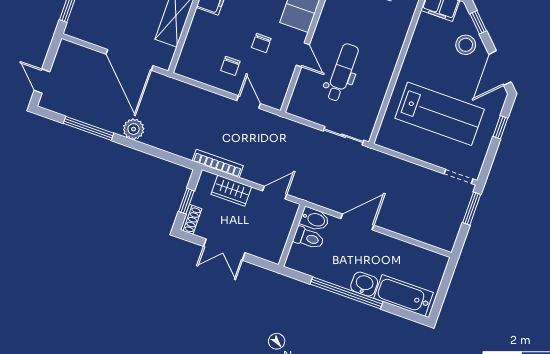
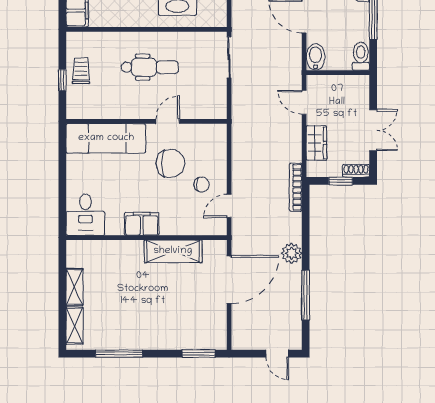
chair: (261, 43) -> (170, 163), width x1.87, depth x1.87
dental chair: (342, 72) -> (150, 67), moved, turned 180
door: (42, 81) -> (277, 354), hinge flipped
door: (249, 102) -> (229, 206), moved
bookcase: (218, 163) -> (296, 187), moved
toilet: (309, 238) -> (361, 56), moved

